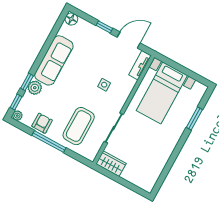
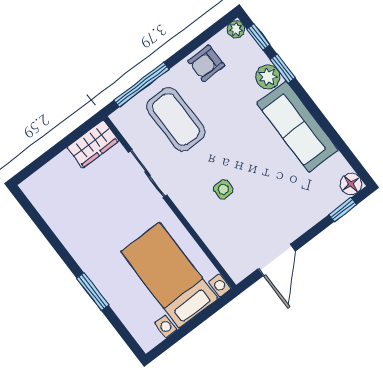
window: (104, 27) -> (343, 210), moved
tv unit: (140, 65) -> (229, 260), removed
window: (194, 119) -> (93, 292), moved
armchair: (42, 123) -> (206, 63), turned 90
window: (49, 142) -> (141, 85), moved

